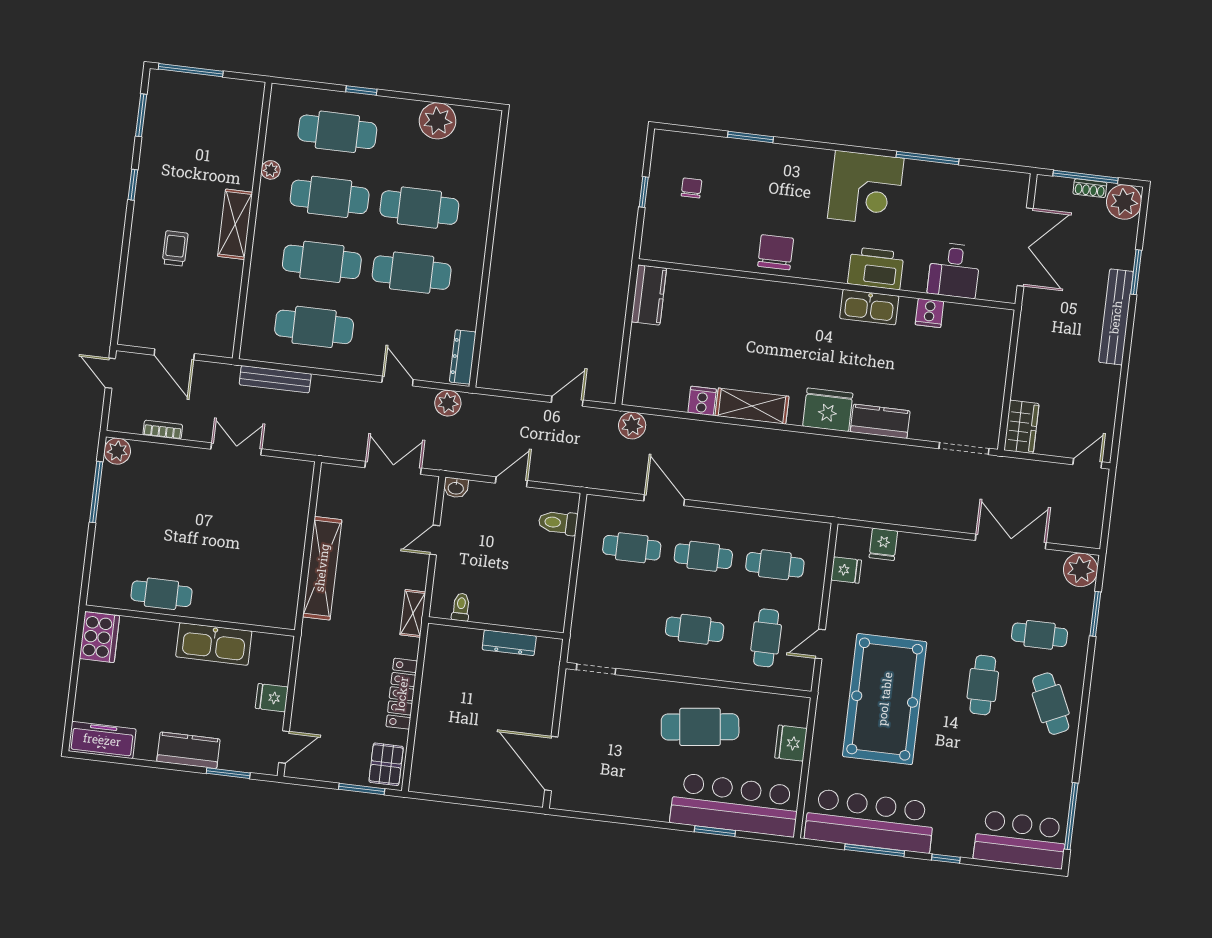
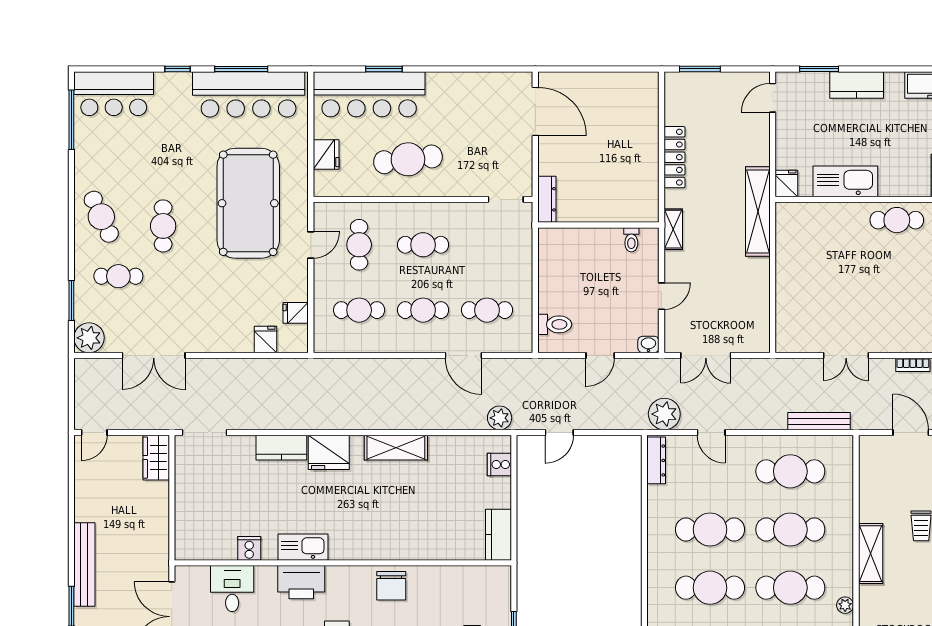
cooker: (702, 401) -> (499, 464), moved, turned 90
plant: (448, 403) -> (664, 414), width x1.36, depth x1.36
shelving: (322, 568) -> (758, 212), moved
dresser: (509, 643) -> (547, 199), moved, turned 90
fridge: (272, 698) -> (786, 183), moved, turned -90
pallet: (386, 764) -> (681, 93), removed

